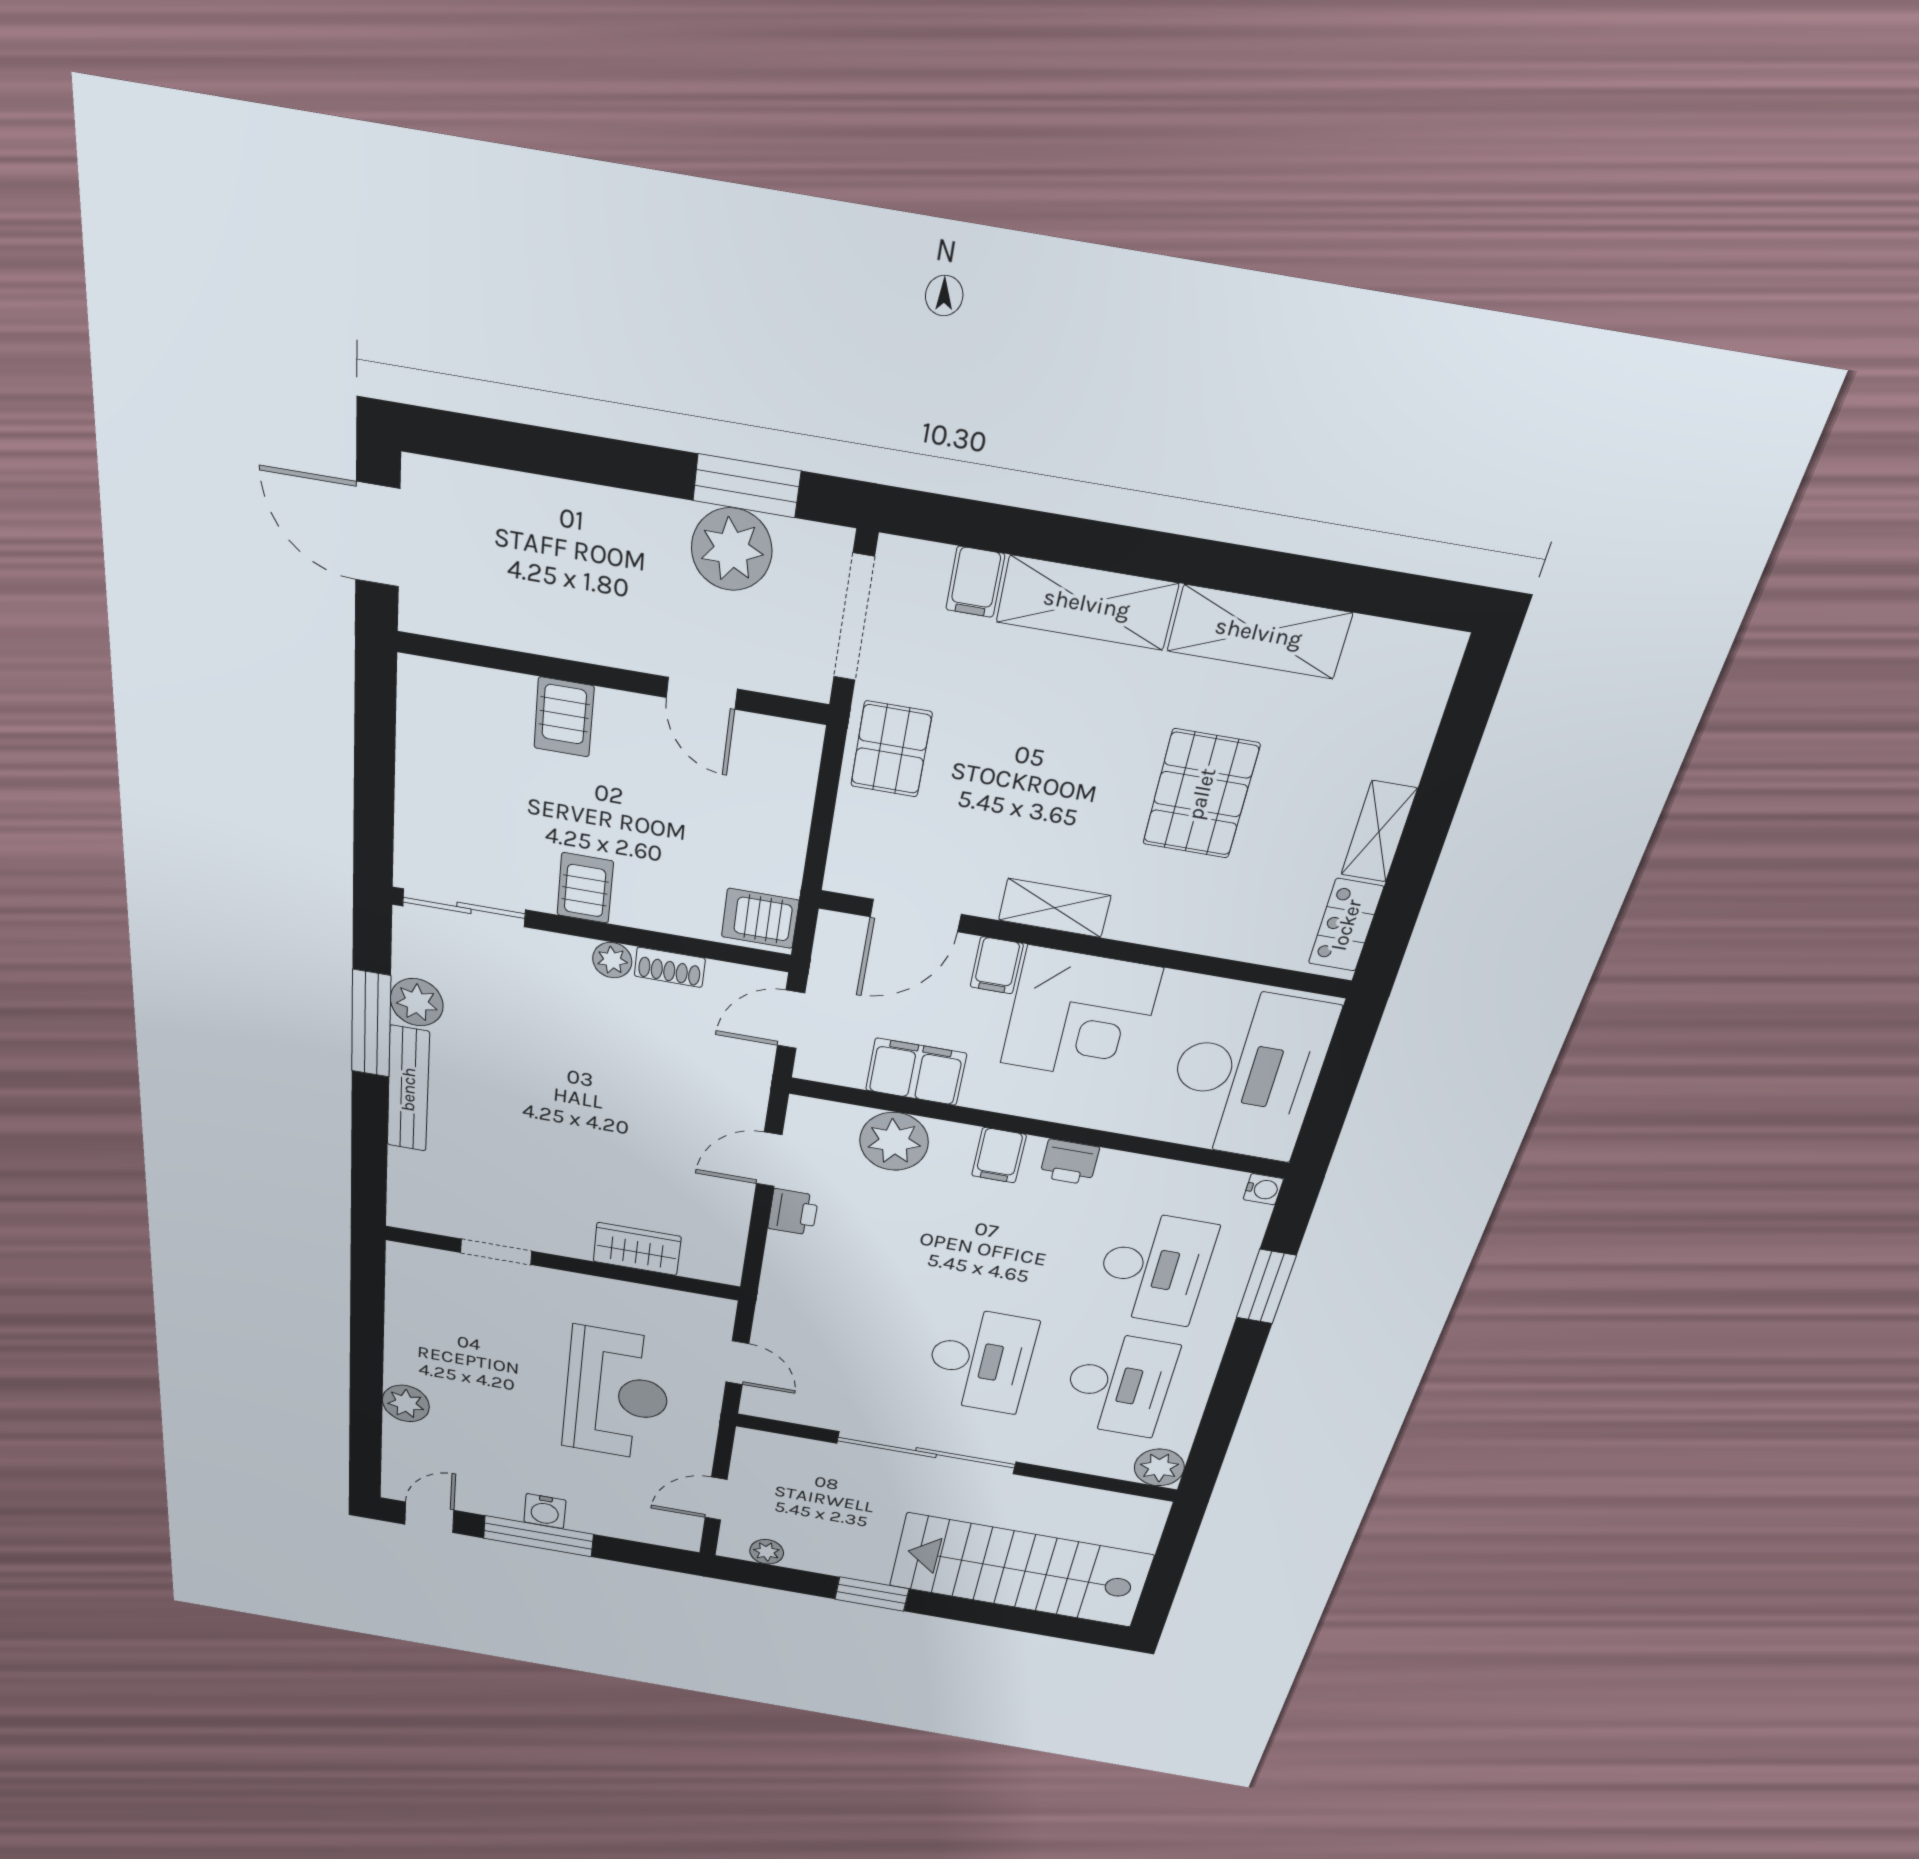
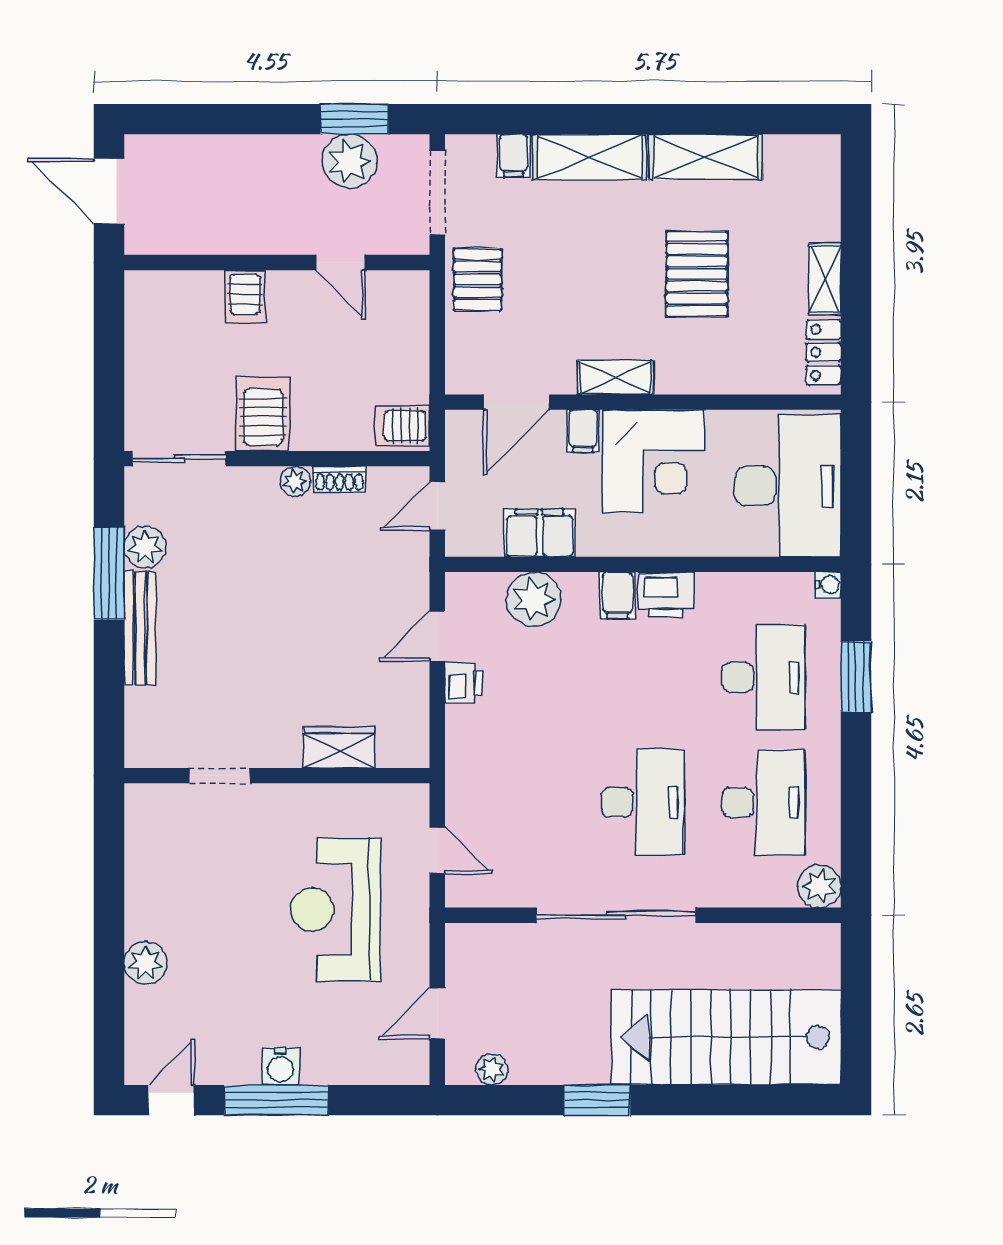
server rack: (585, 888) -> (263, 414), width x1.36, depth x1.44
printer: (1069, 1162) -> (666, 595), width x1.36, depth x1.24
reception desk: (617, 1394) -> (336, 910), turned 180

